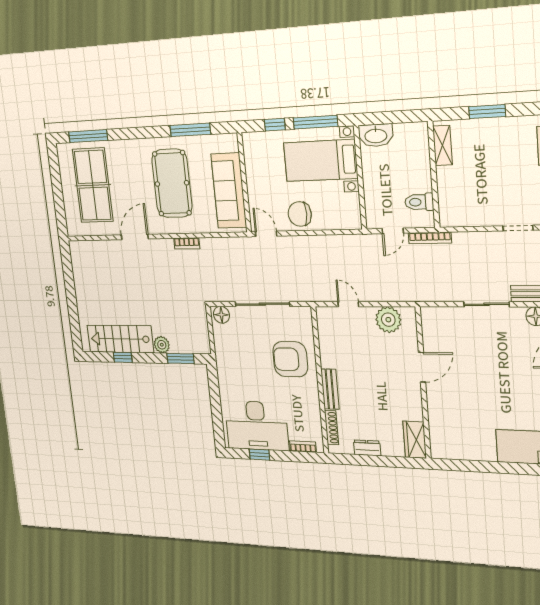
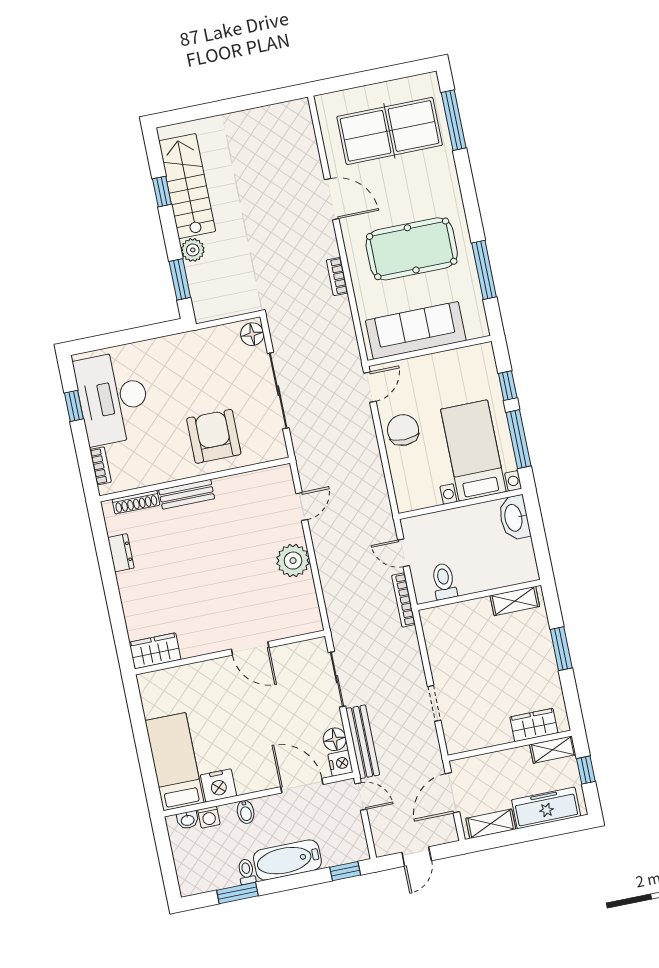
door: (422, 367) -> (250, 648), moved
wall: (423, 383) -> (230, 652), moved
wardrobe: (415, 440) -> (155, 651), moved

